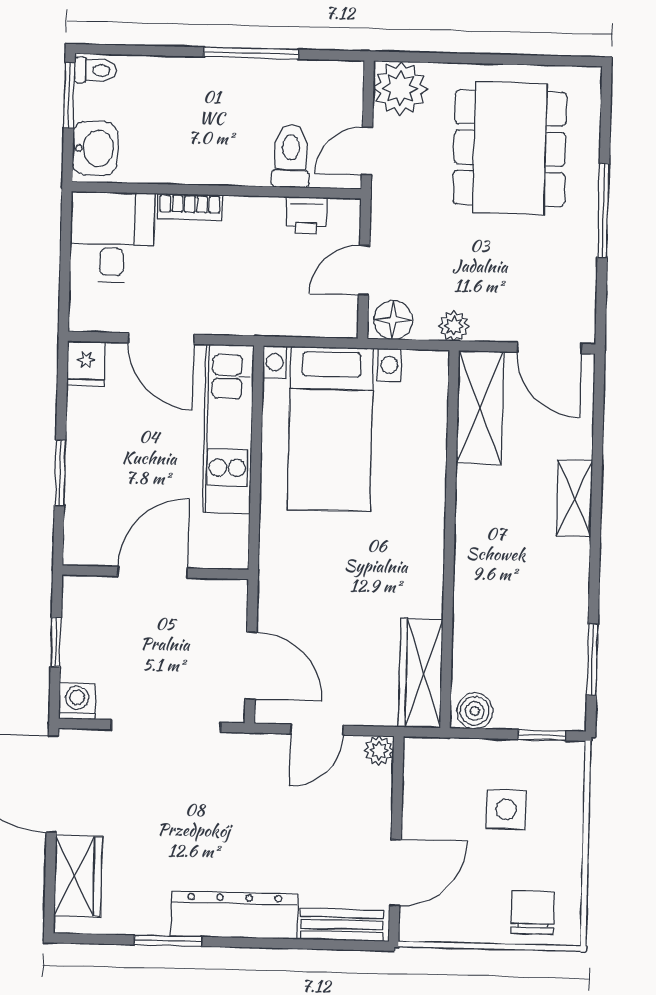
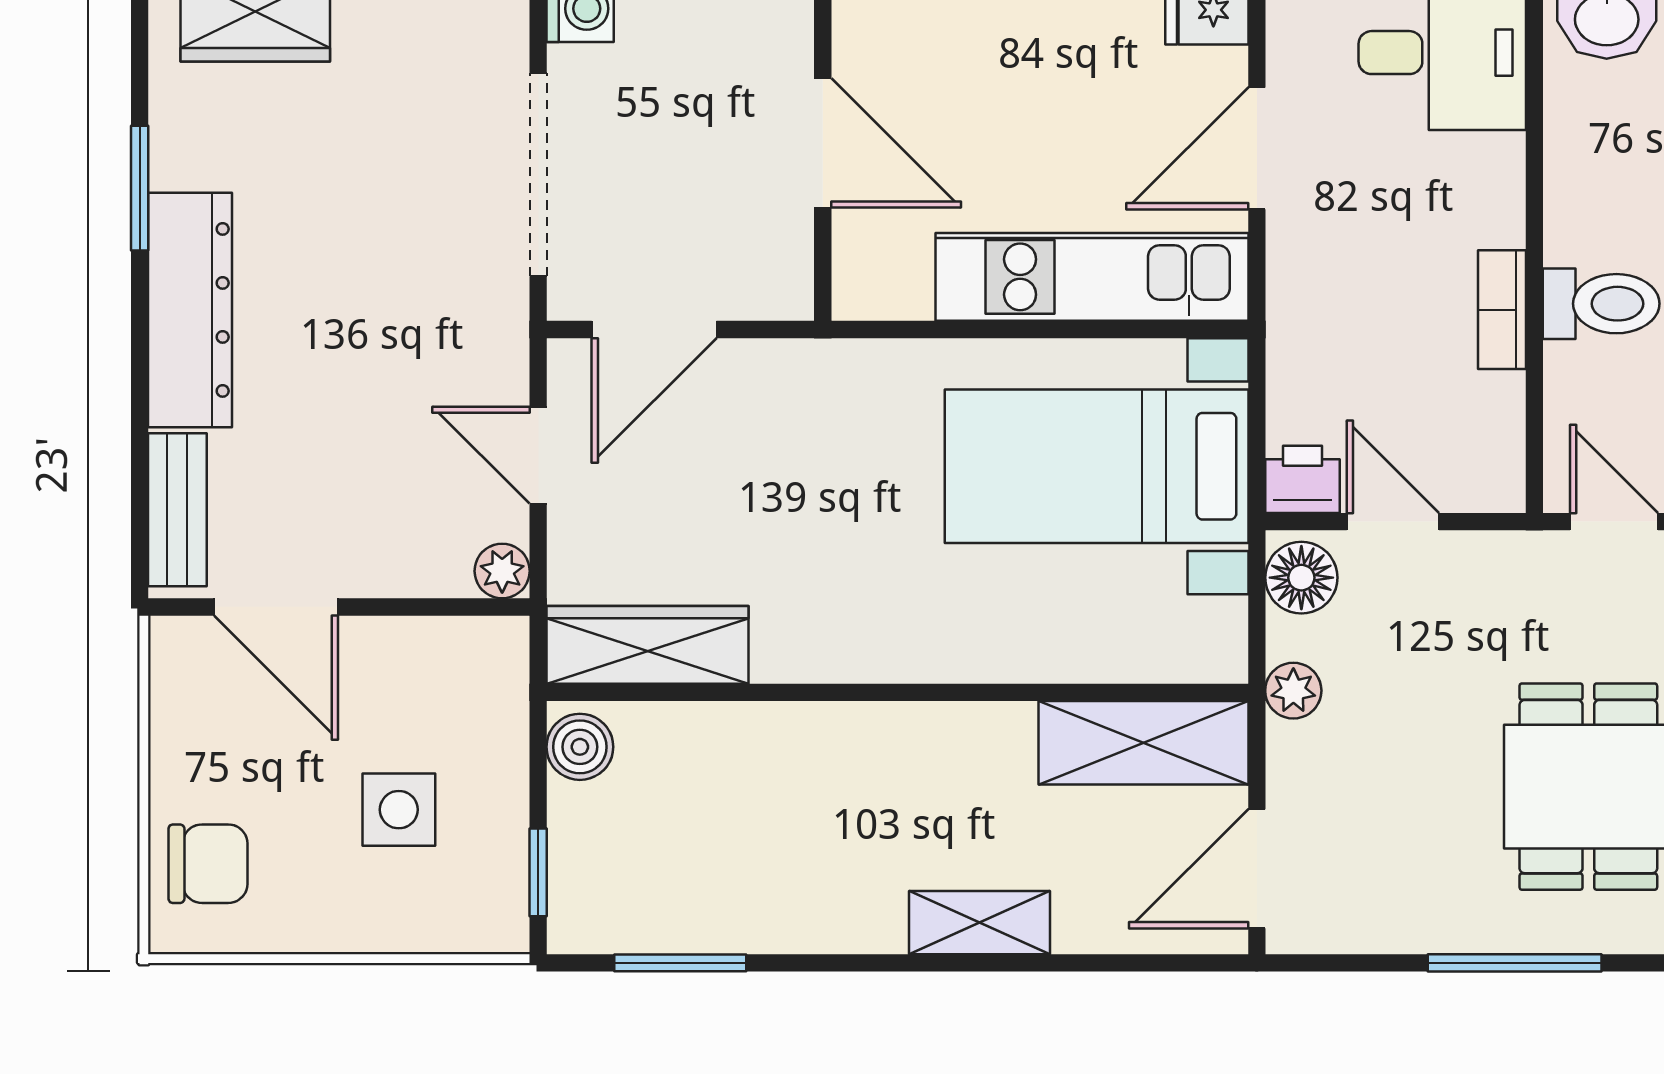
toilet: (291, 156) -> (1601, 304), moved
bookcase: (190, 207) -> (1502, 310), moved
printer: (306, 215) -> (1302, 479), moved, turned 90

